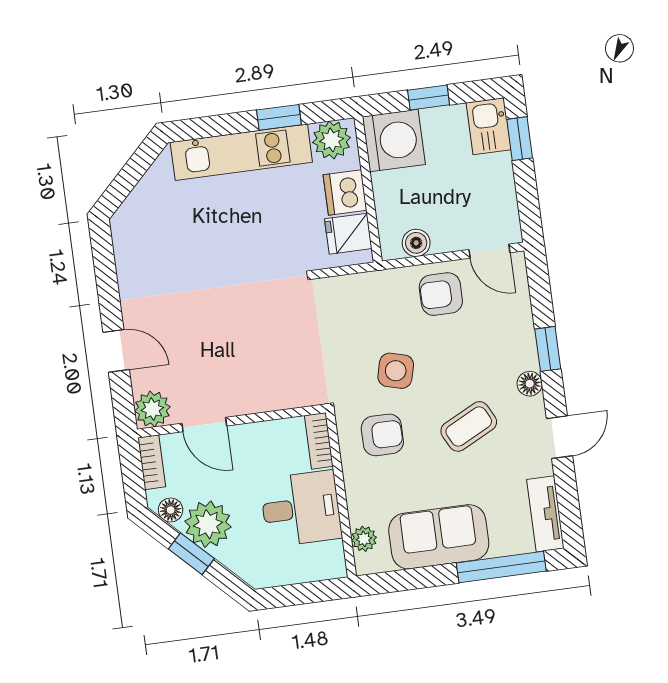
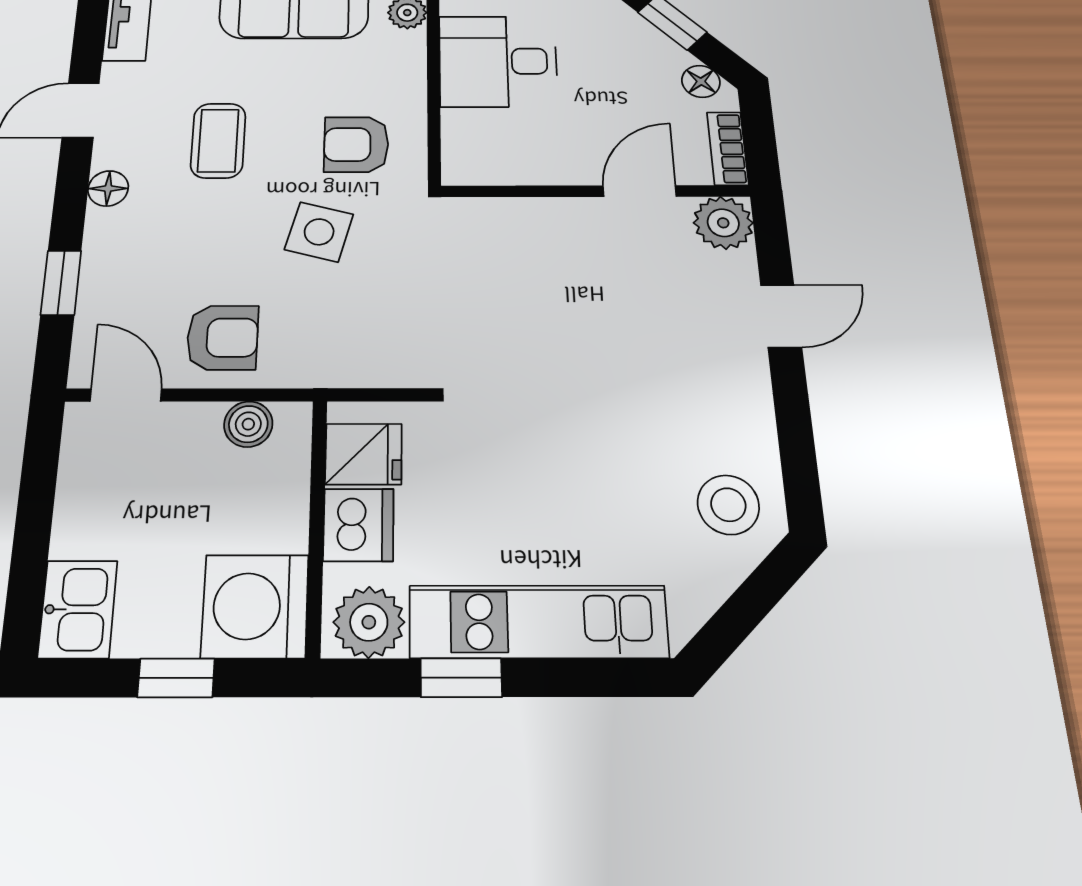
window: (520, 139) -> (27, 579), removed
stool: (143, 231) -> (728, 505), added
window: (548, 349) -> (61, 283), moved
door: (116, 351) -> (781, 316), swing flipped
door: (204, 425) -> (640, 191), hinge flipped
coffee table: (469, 426) -> (218, 141), turned -63
bookcase: (319, 441) -> (458, 148), removed
plant: (208, 524) -> (644, 57), removed

